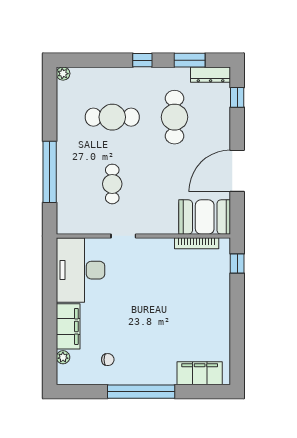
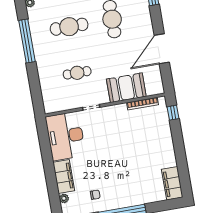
window: (50, 172) -> (27, 41), moved
cafe table: (112, 184) -> (77, 73), turned 90
booth: (205, 217) -> (126, 88), moved
filing cabinet: (200, 373) -> (172, 183), moved, turned -90

